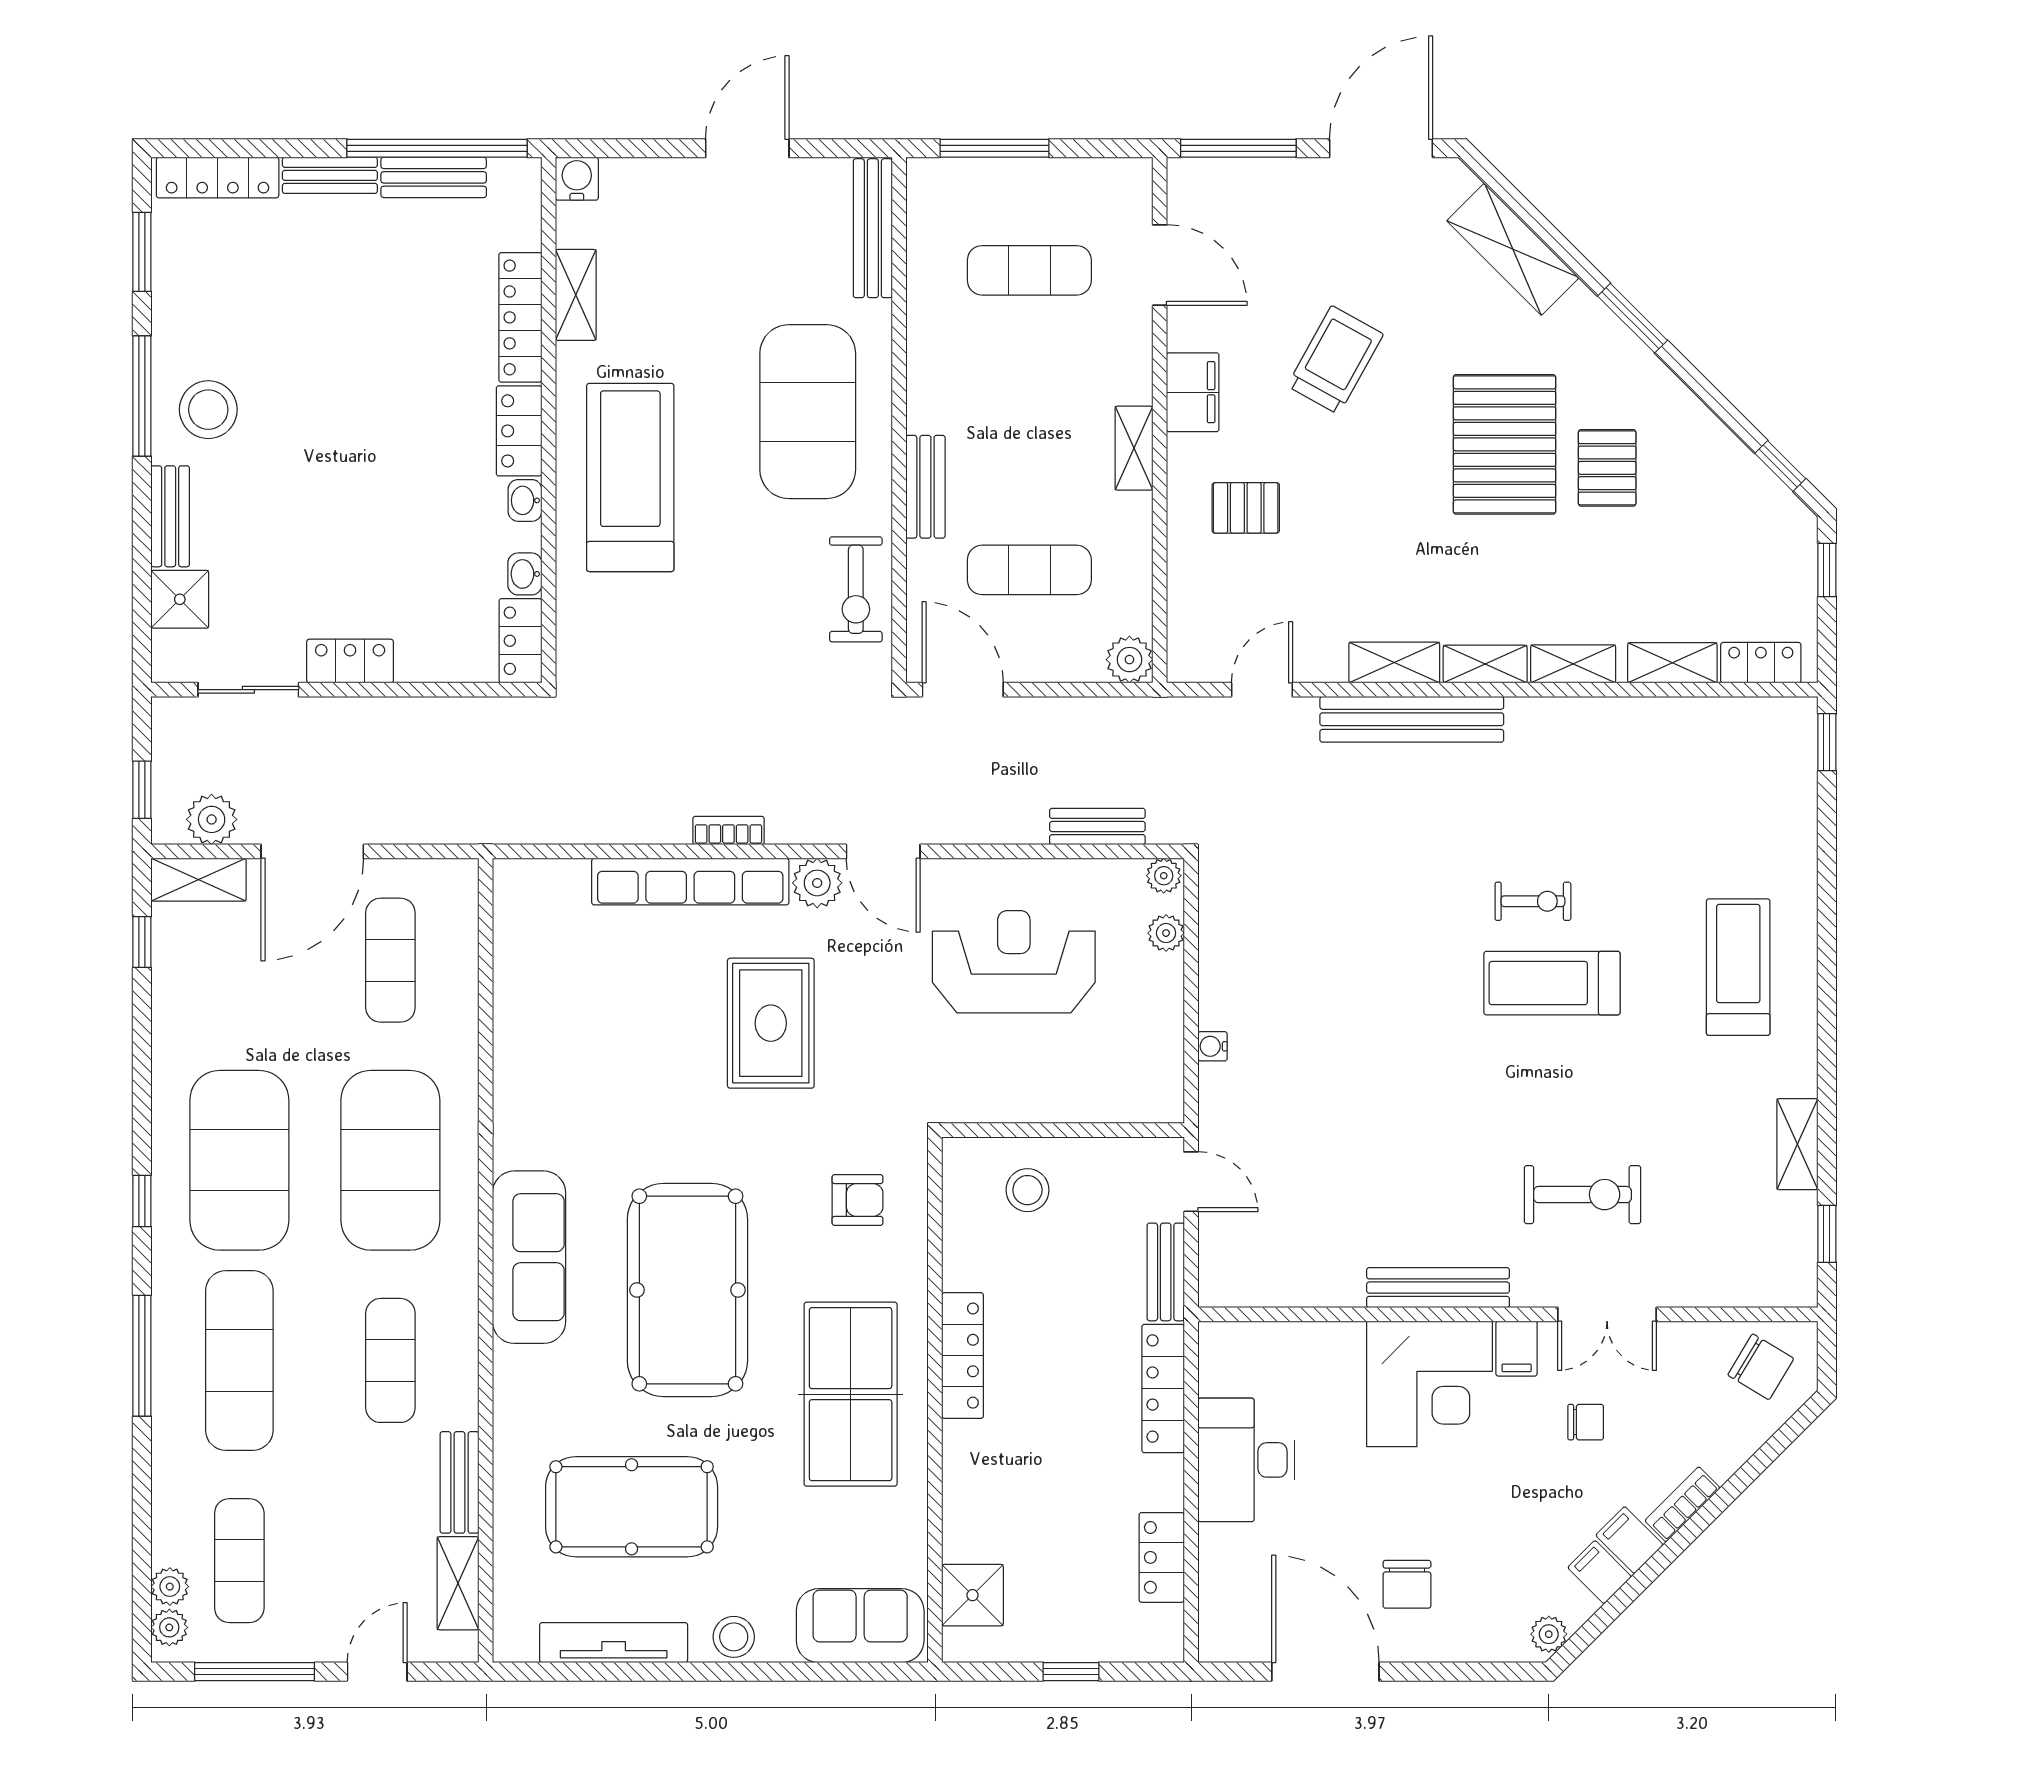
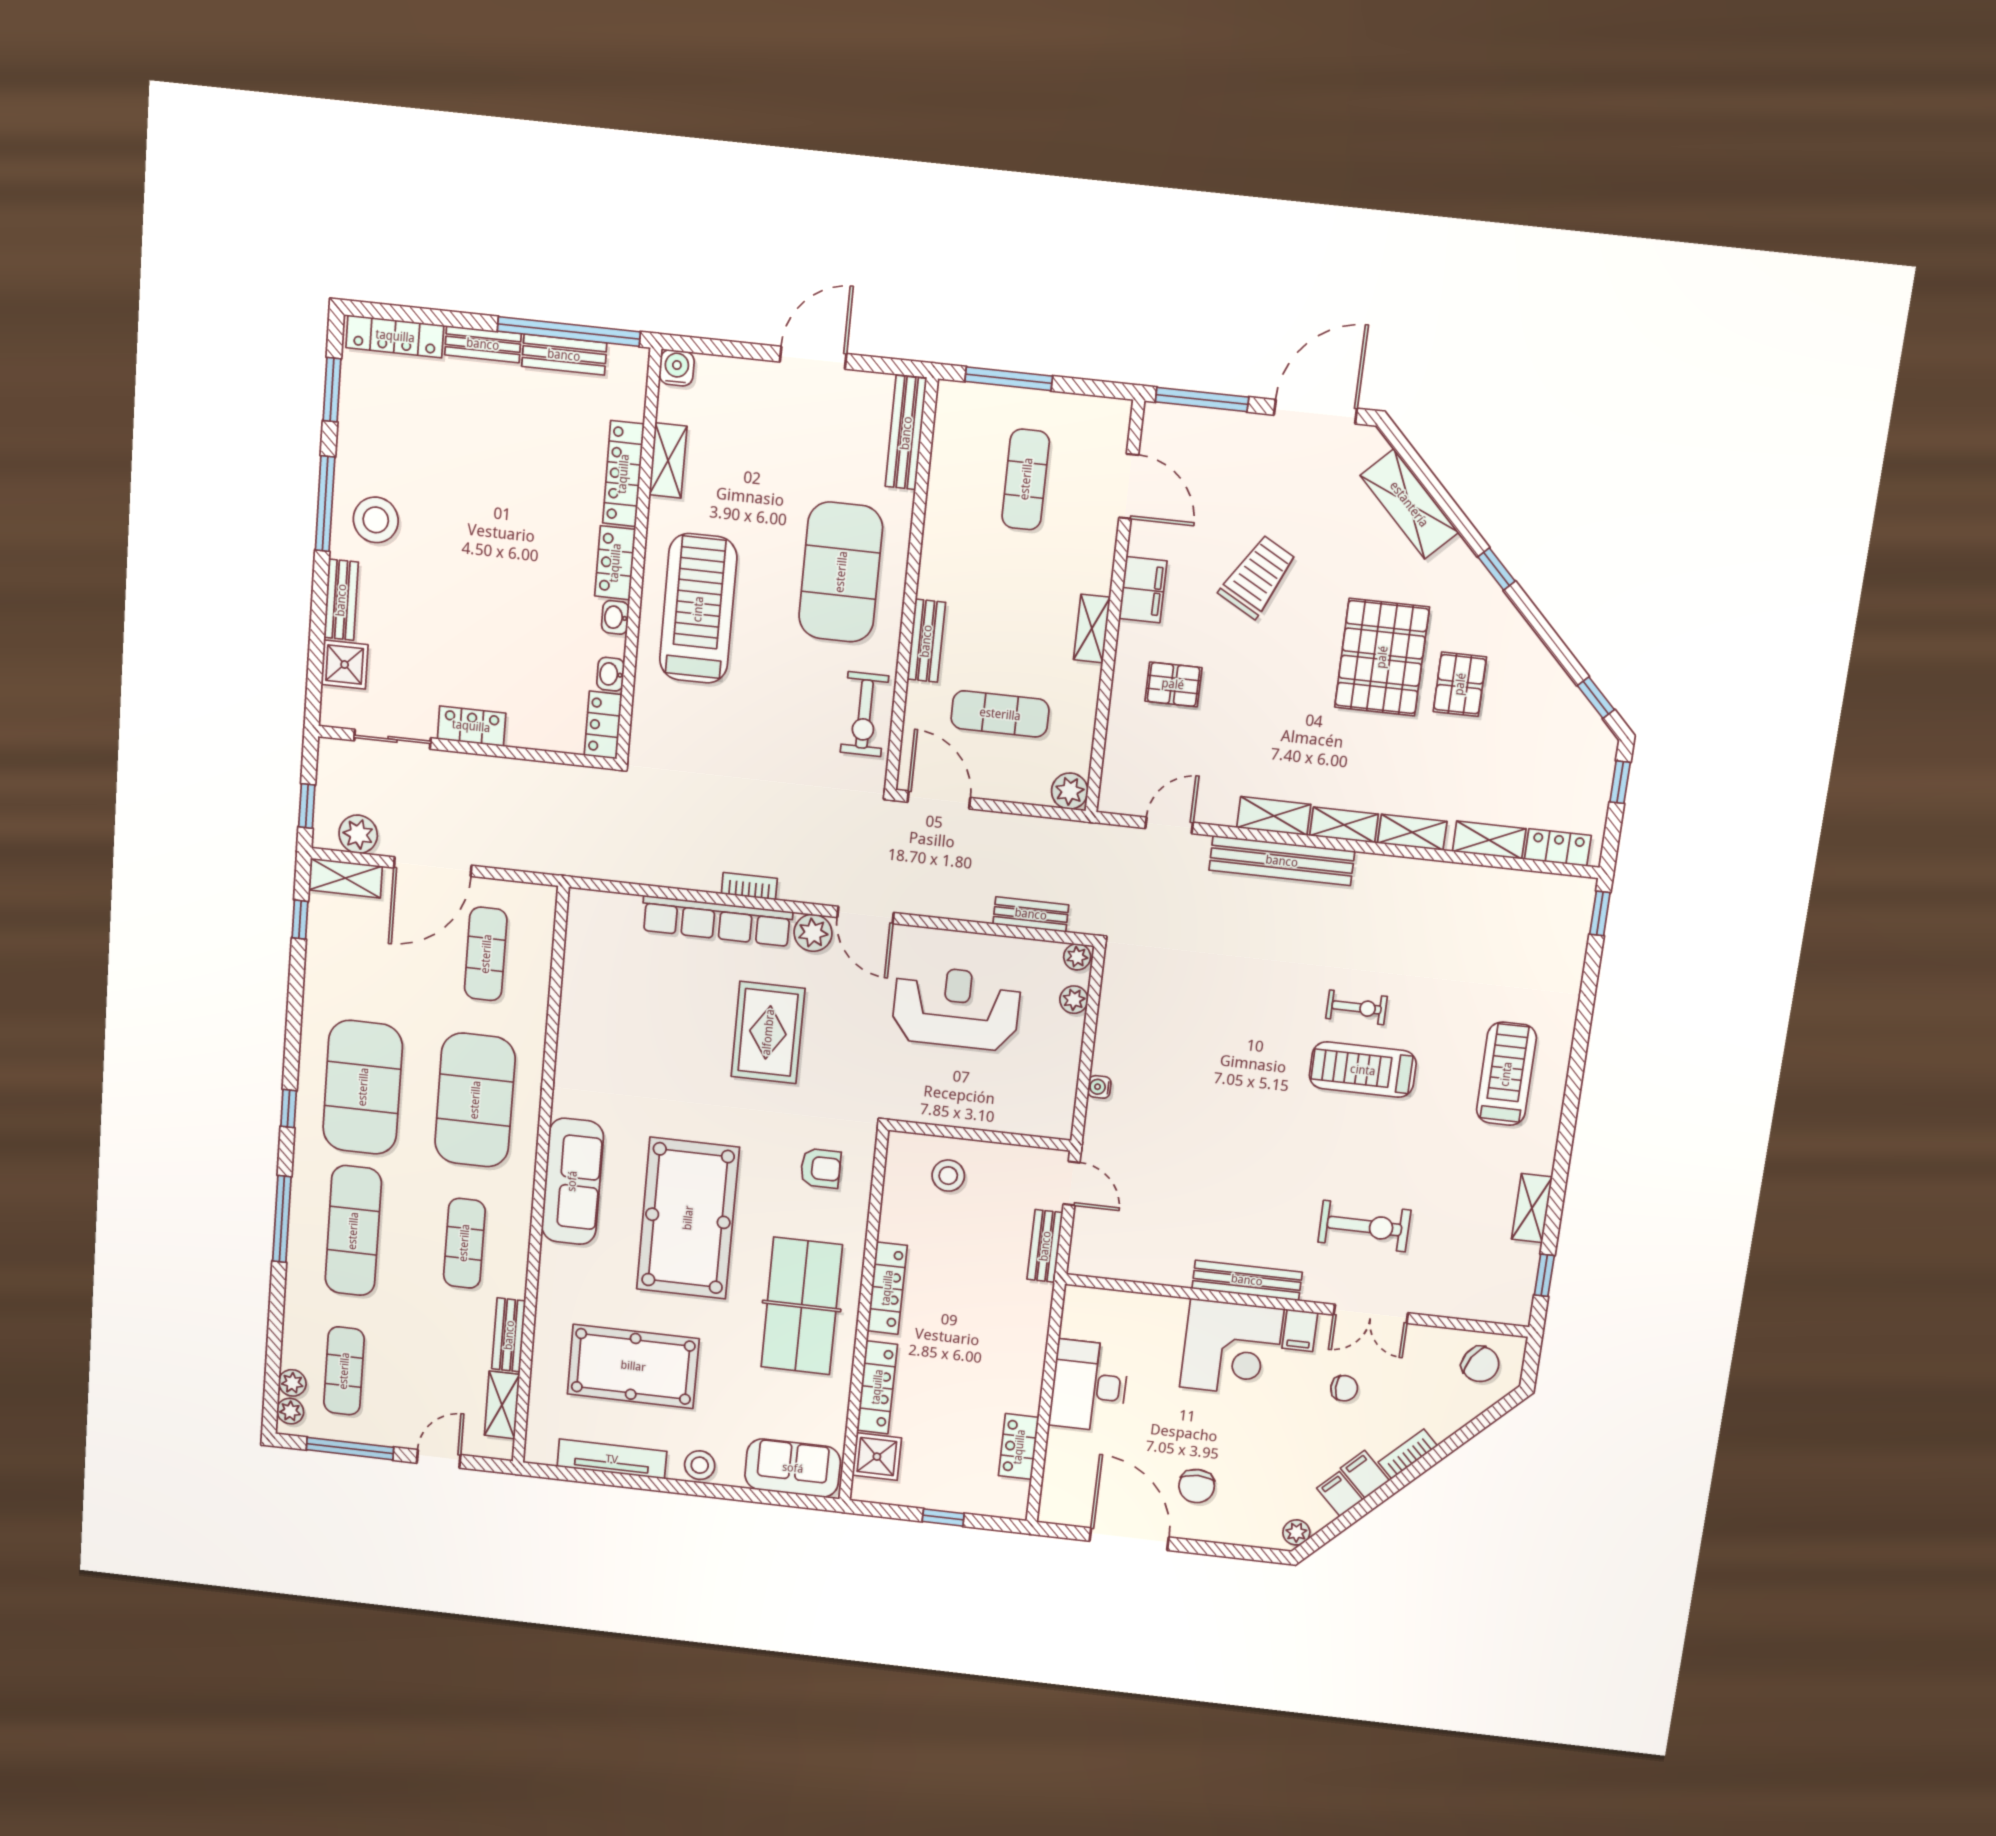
exercise mat: (1029, 270) -> (1026, 479), turned 90
window: (1633, 318) -> (1496, 569), width x0.67
locker: (1163, 1389) -> (877, 1387), moved, turned 180

